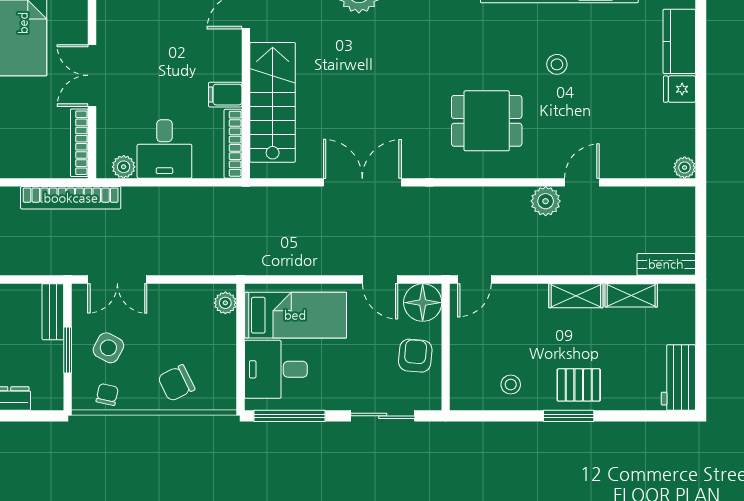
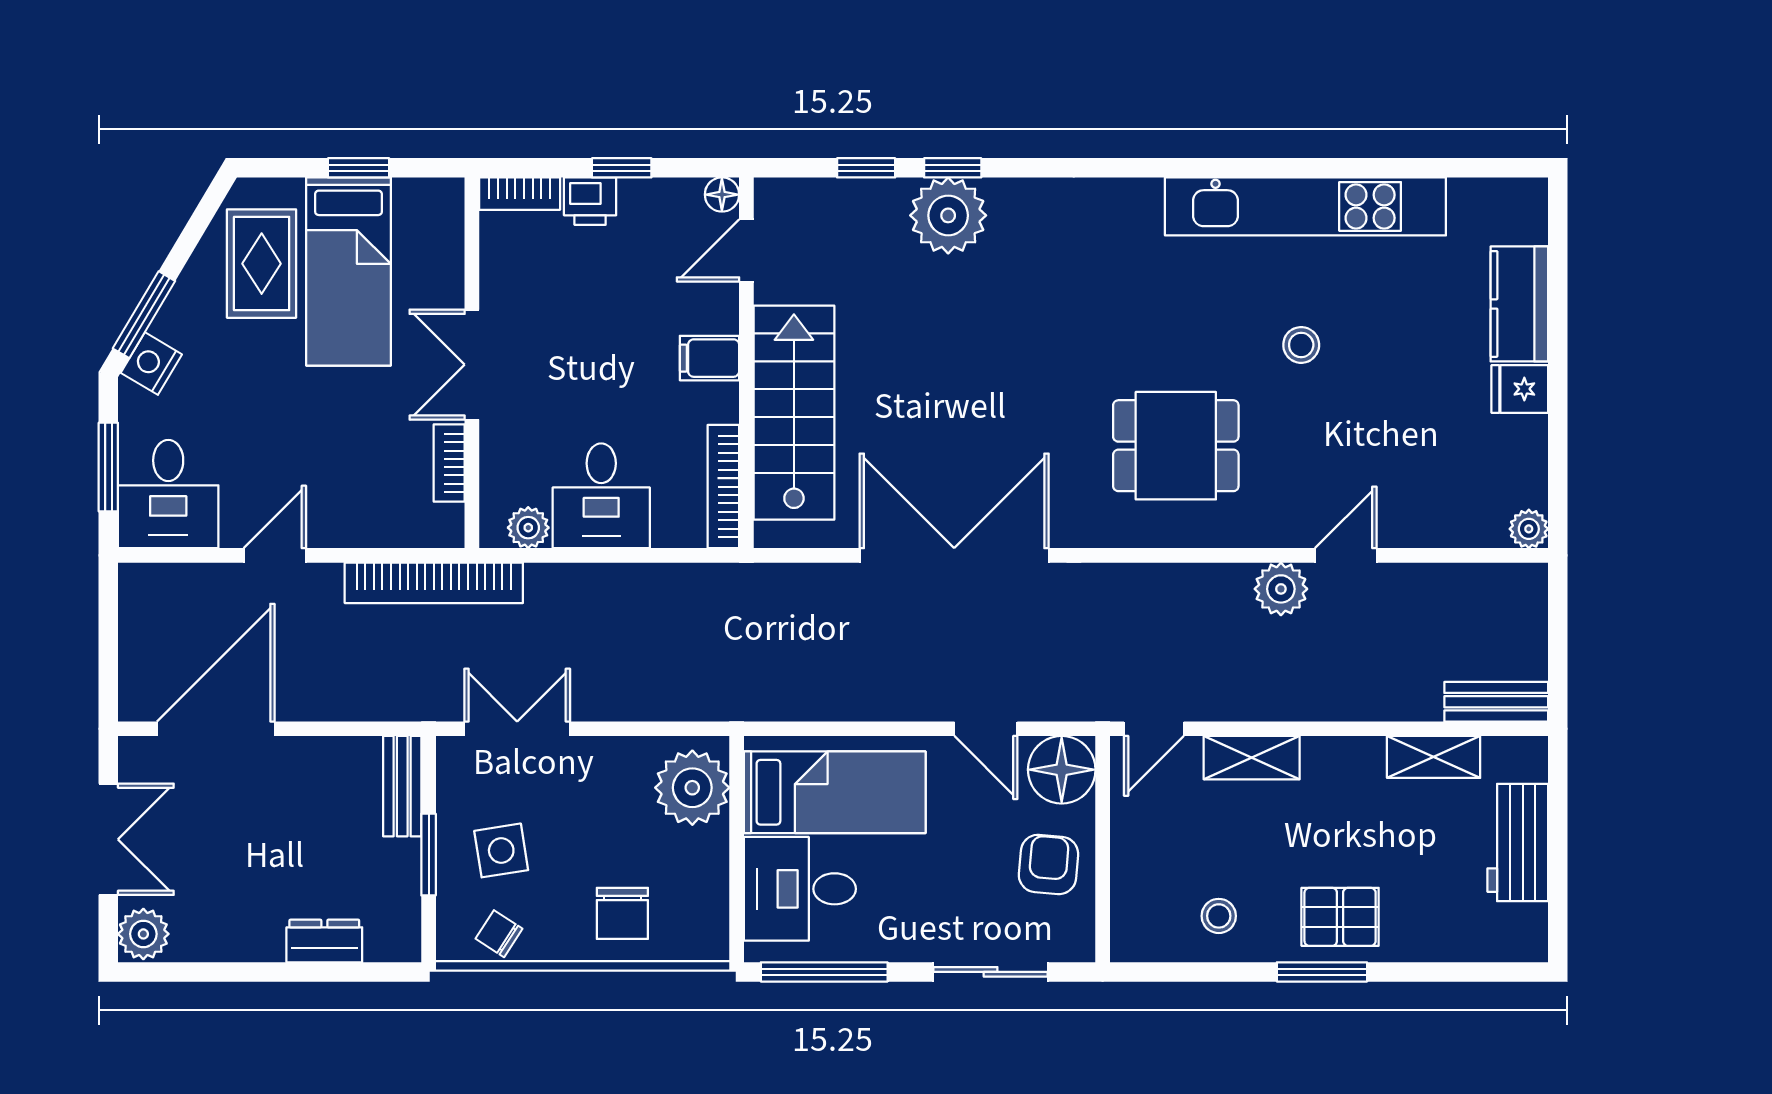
filing cabinet: (225, 95) -> (709, 358), moved
bookcase: (79, 143) -> (449, 463), width x0.64
double door: (362, 182) -> (954, 555), width x1.36
double door: (117, 280) -> (517, 729), swing flipped
shelving: (576, 296) -> (1252, 758), moved
plant: (225, 303) -> (692, 788), width x1.88, depth x1.88
side table: (108, 348) -> (501, 850), turned -37
workbench: (678, 378) -> (1518, 843), moved
chair: (176, 383) -> (622, 913), turned -64
chair: (107, 394) -> (499, 934), turned -69

